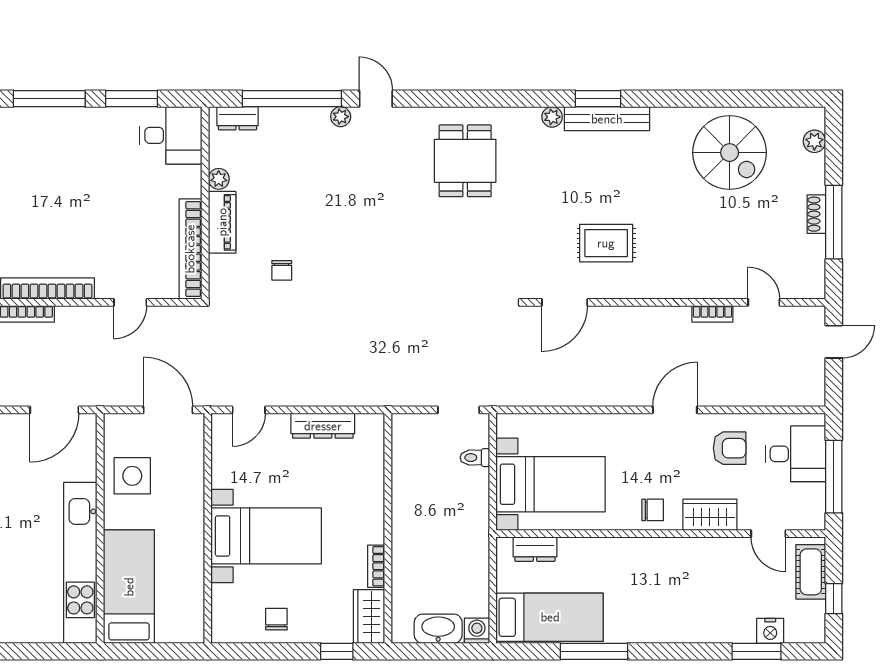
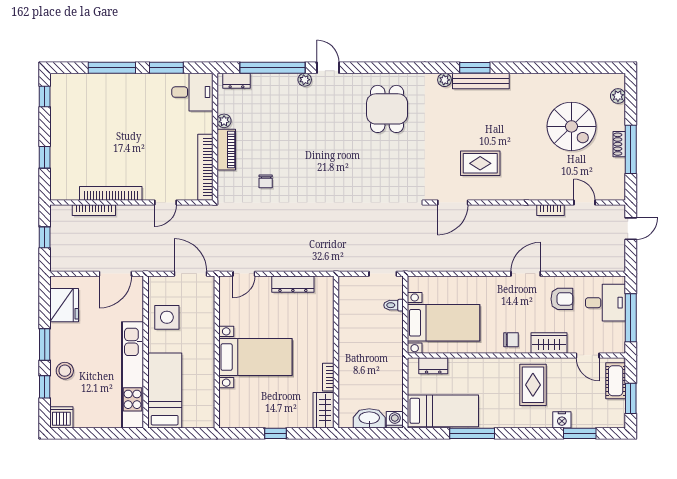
spiral stairs: (730, 153) -> (572, 126), moved
rug: (686, 578) -> (533, 385), added
window: (834, 599) -> (631, 398), width x1.50
chair: (276, 619) -> (262, 412), removed
nightstand: (770, 631) -> (562, 420), moved
window: (337, 651) -> (275, 433), moved

